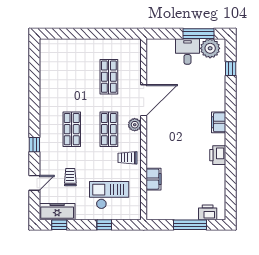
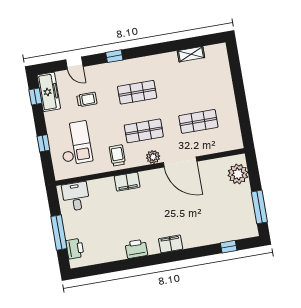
plant: (210, 48) -> (238, 174), moved
desk: (187, 51) -> (76, 196), moved, turned -90
shelving: (45, 73) -> (191, 54), added
filing cabinet: (154, 179) -> (127, 182), moved

